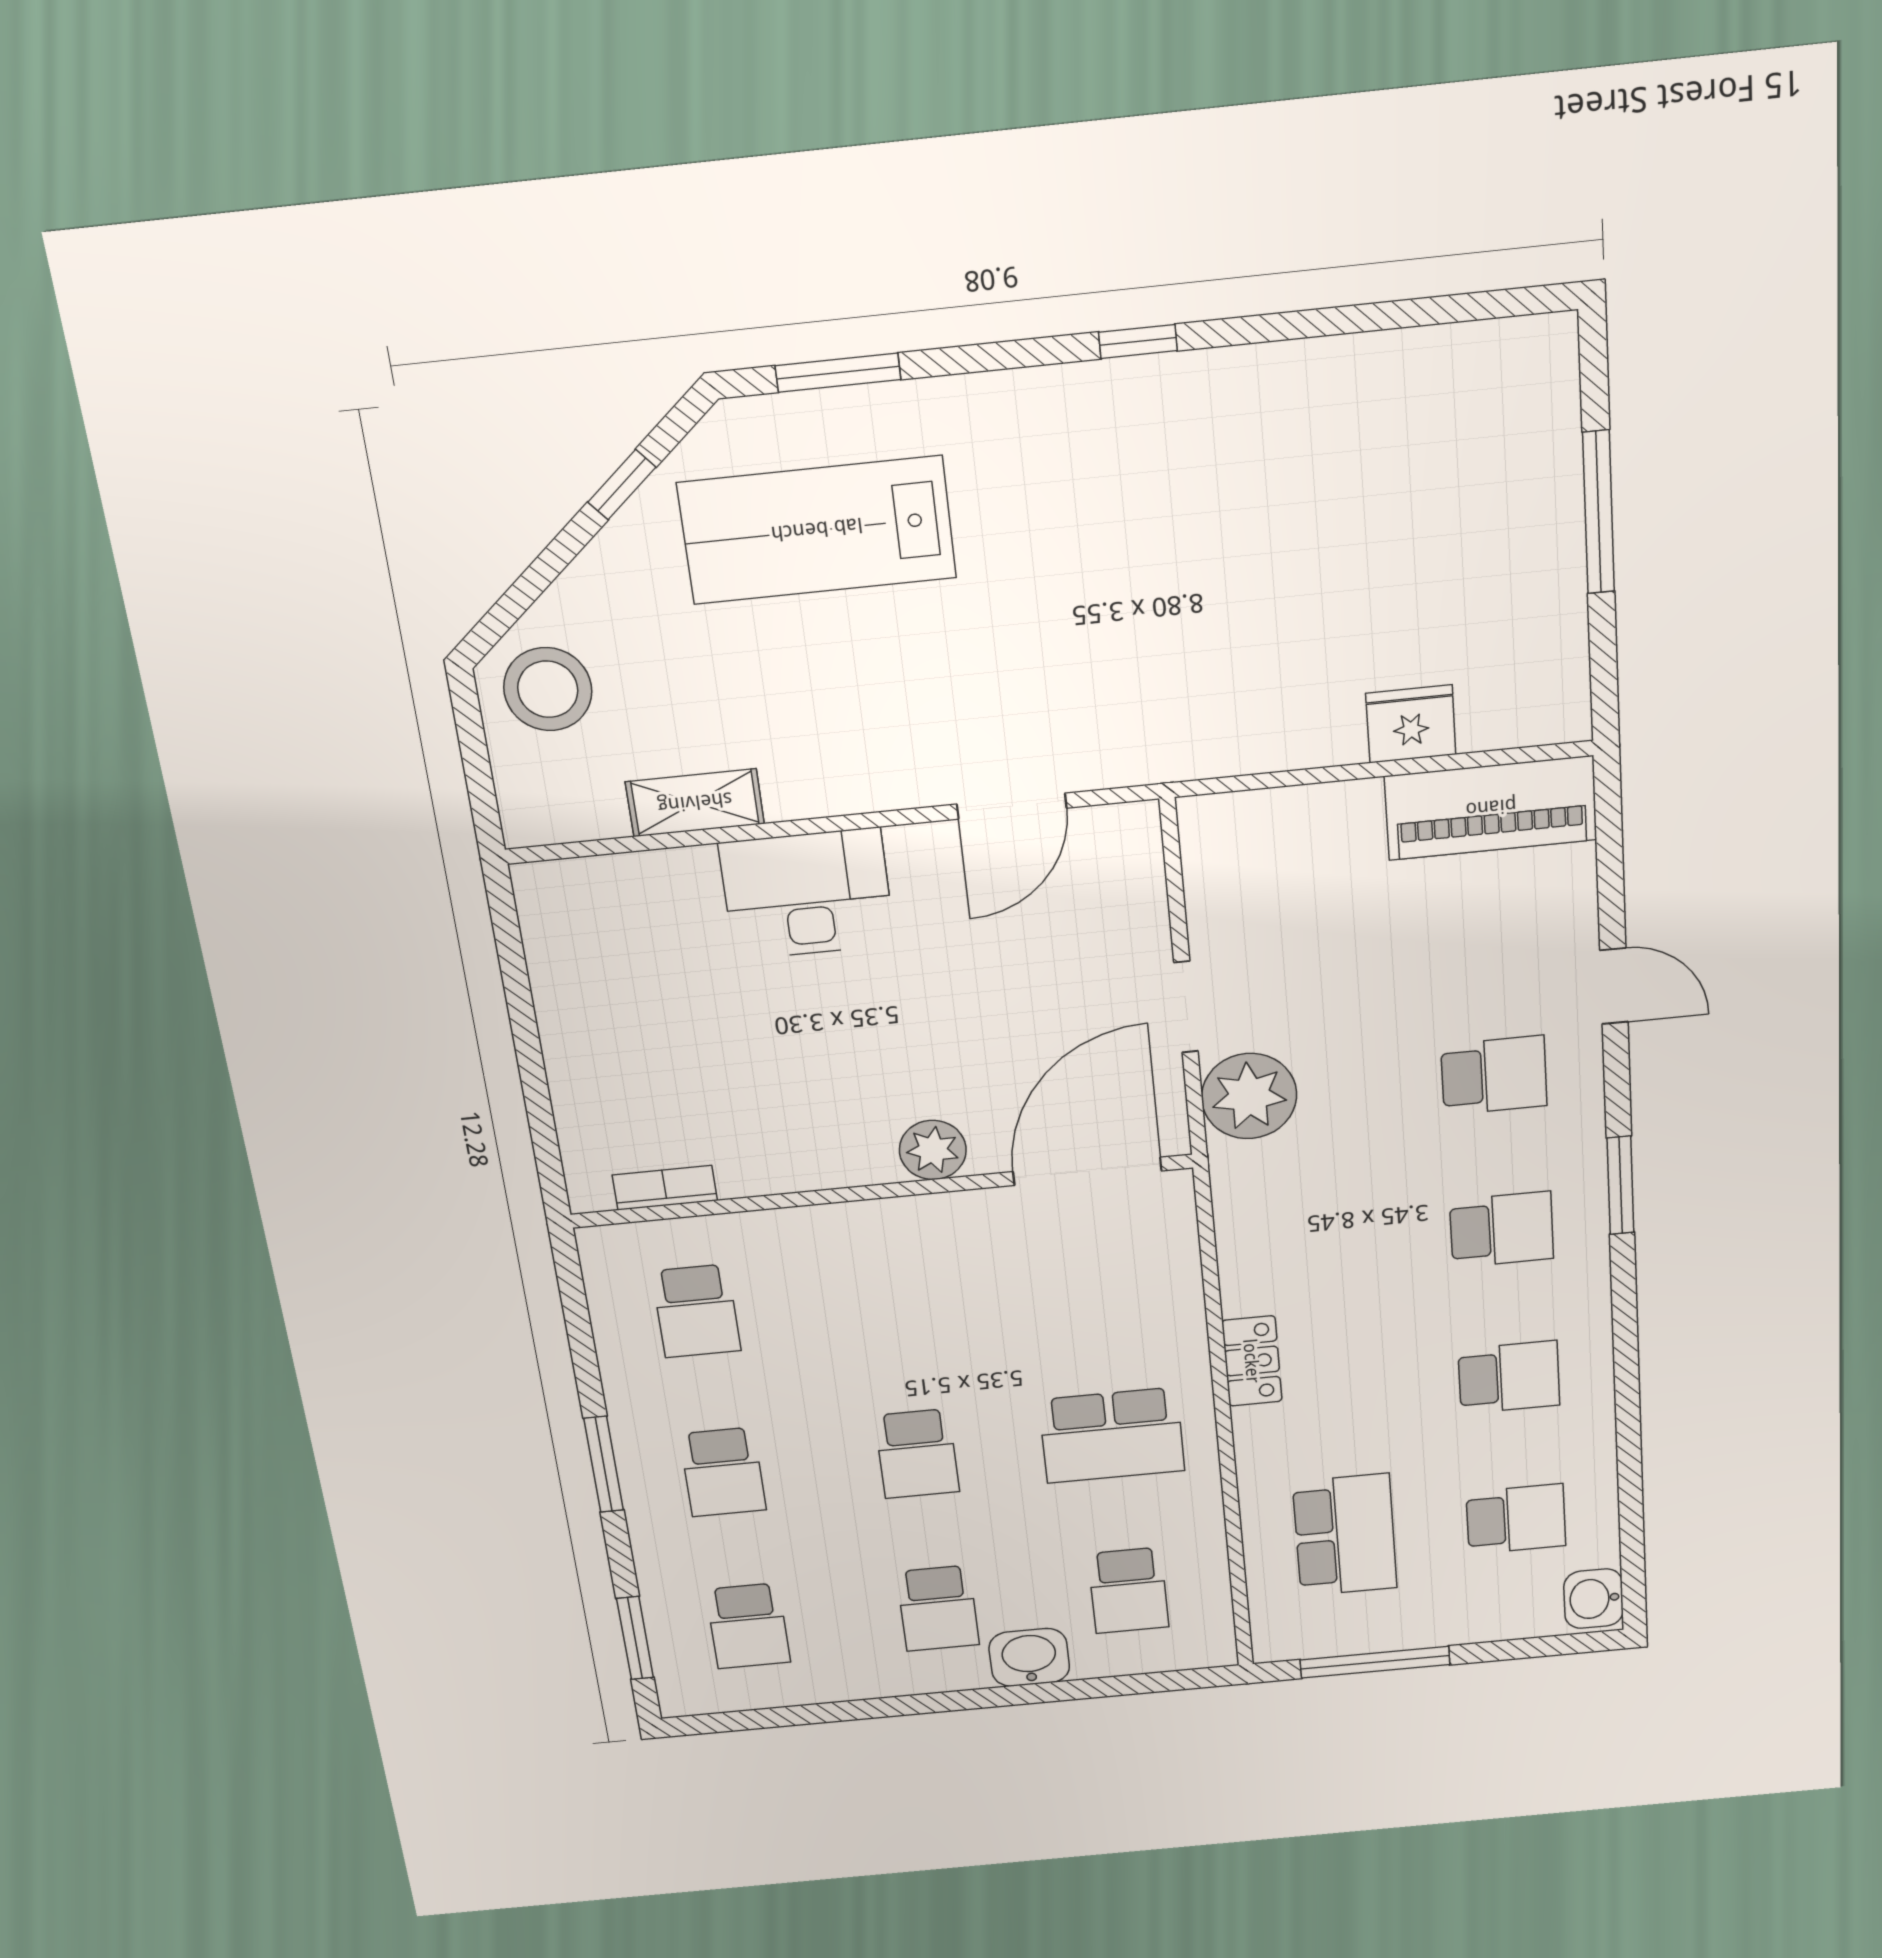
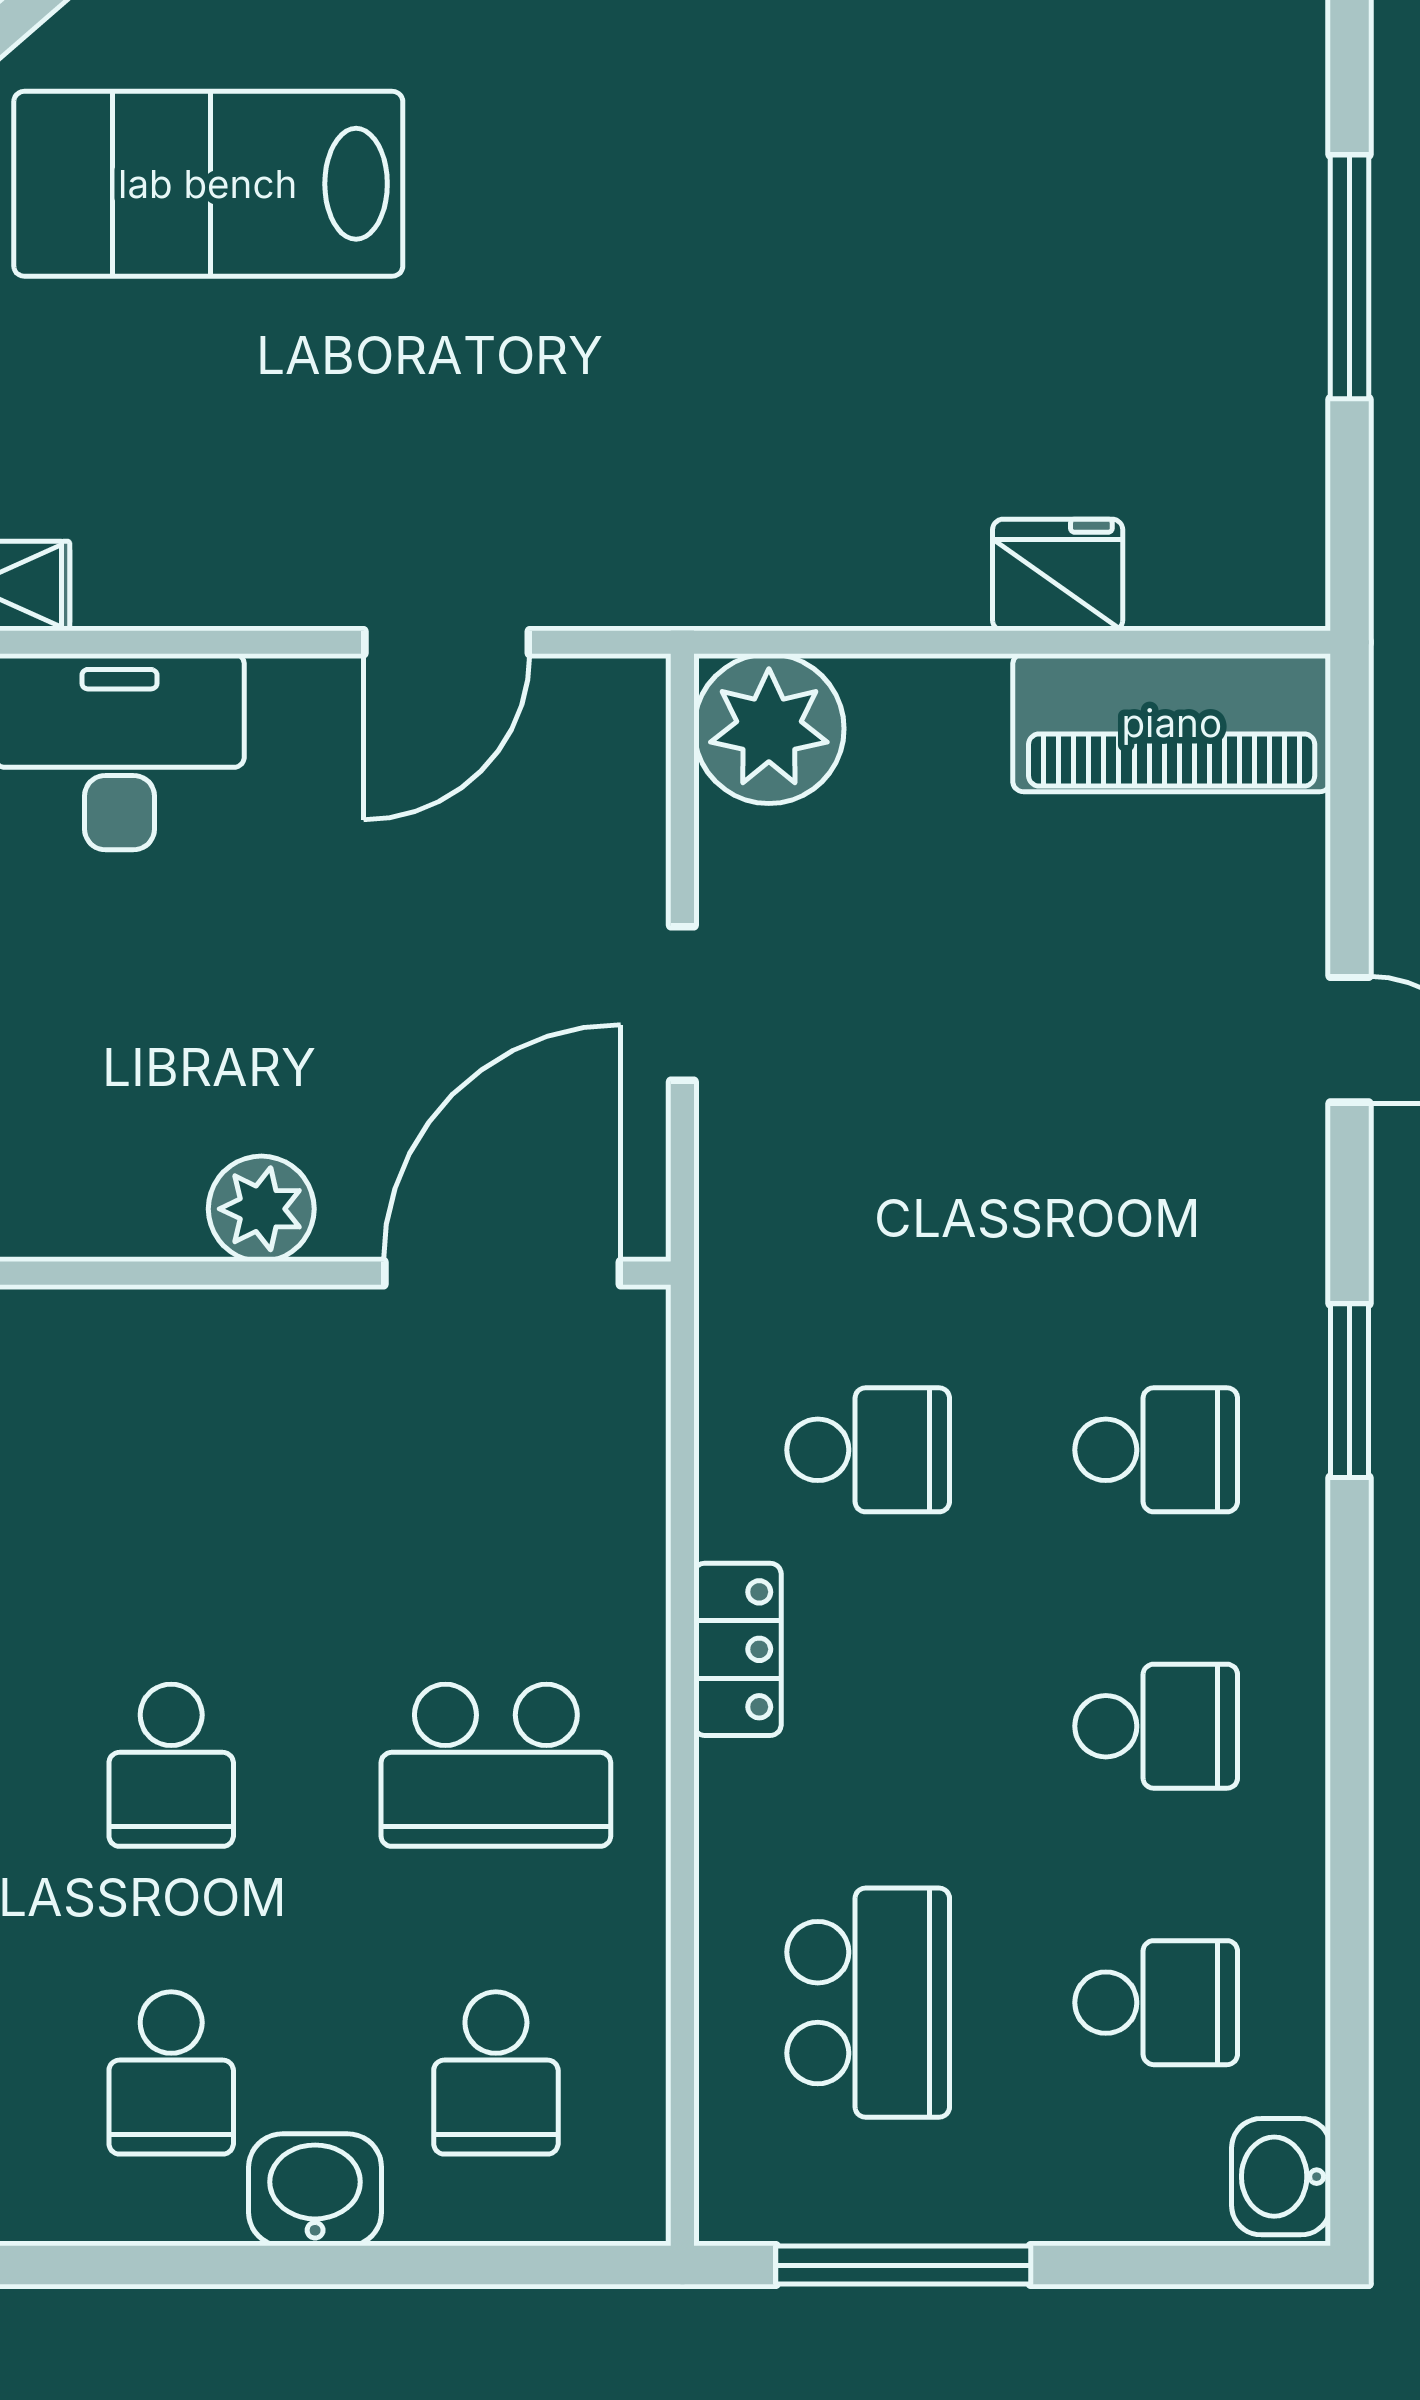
school desk: (1494, 1075) -> (868, 1450), moved
plant: (1249, 1096) -> (769, 729), moved

